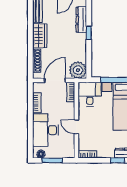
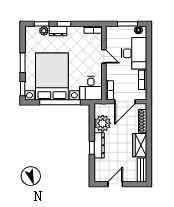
dresser: (81, 20) -> (99, 145), moved
plant: (78, 70) -> (103, 123), moved

